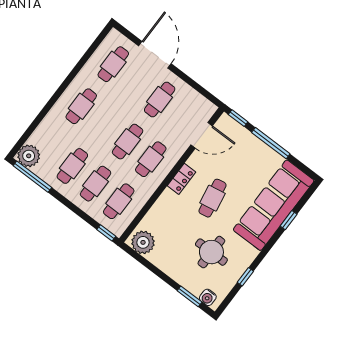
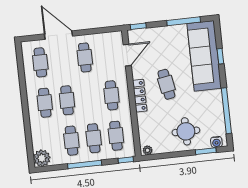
cafe table: (128, 142) -> (67, 100), moved
window: (271, 143) -> (184, 21), moved
window: (32, 177) -> (85, 164), moved
locker: (182, 179) -> (140, 96), width x1.53
plant: (143, 242) -> (148, 150), width x0.53, depth x0.53
round table: (211, 252) -> (186, 131), moved
window: (245, 277) -> (226, 111), width x3.17

